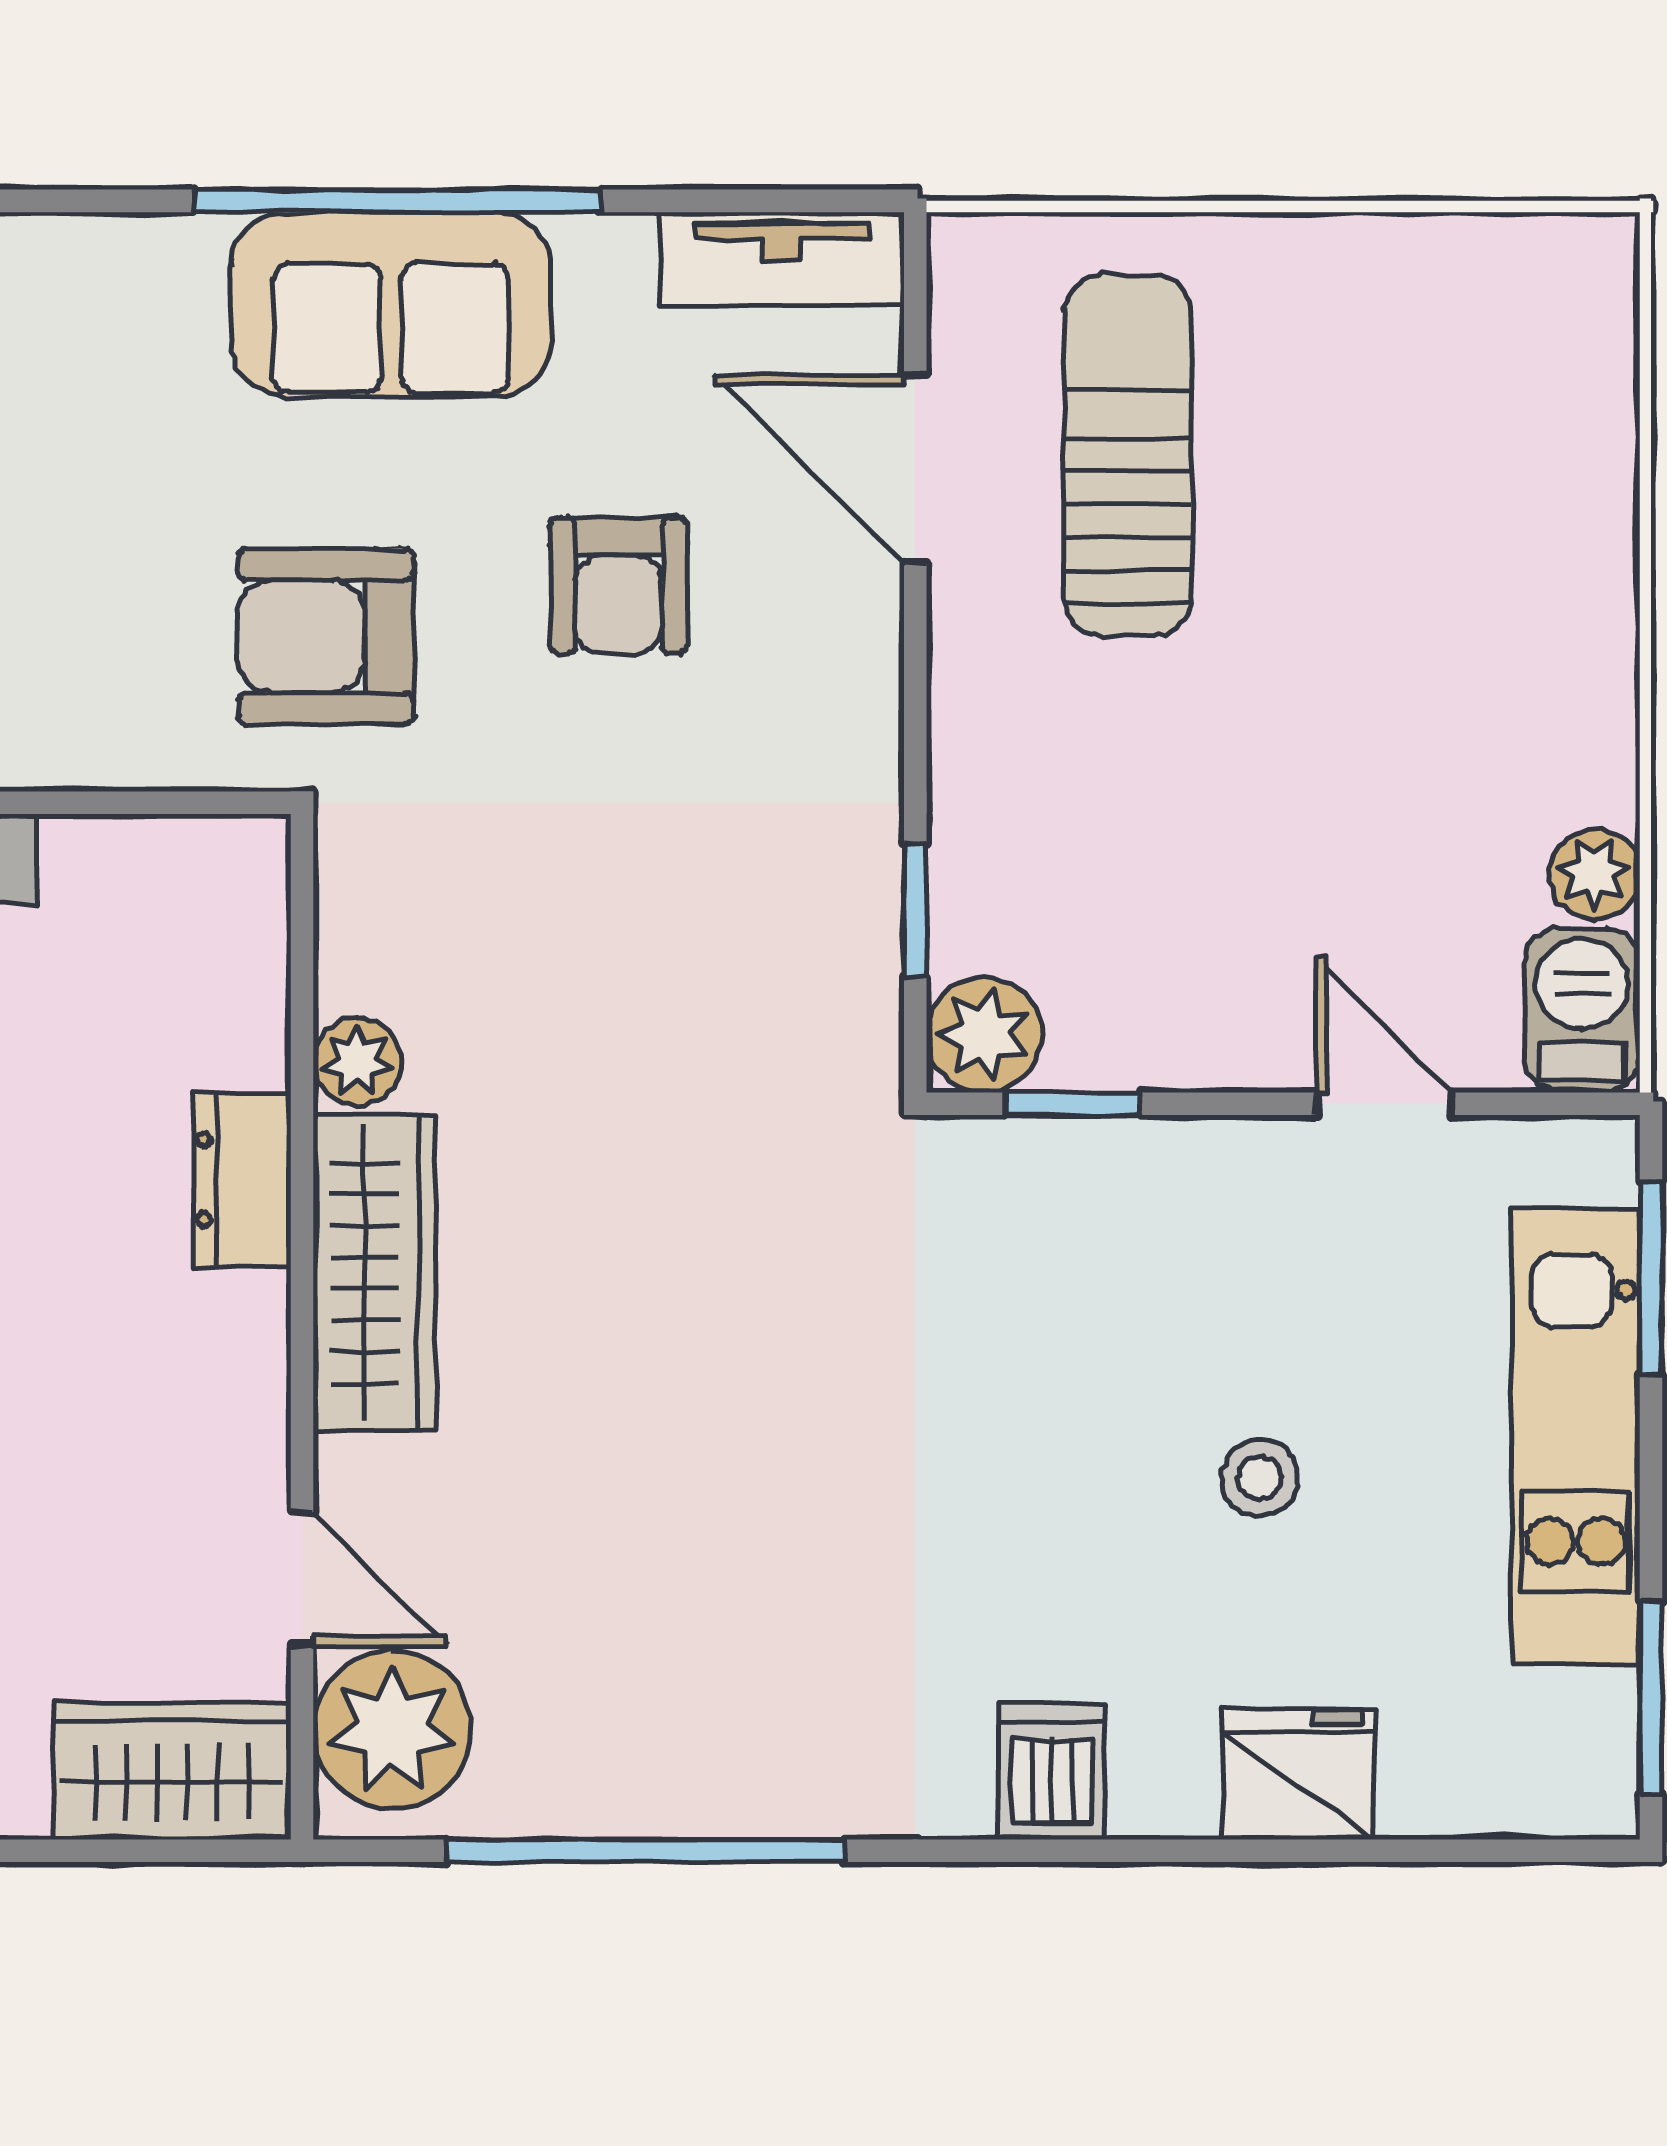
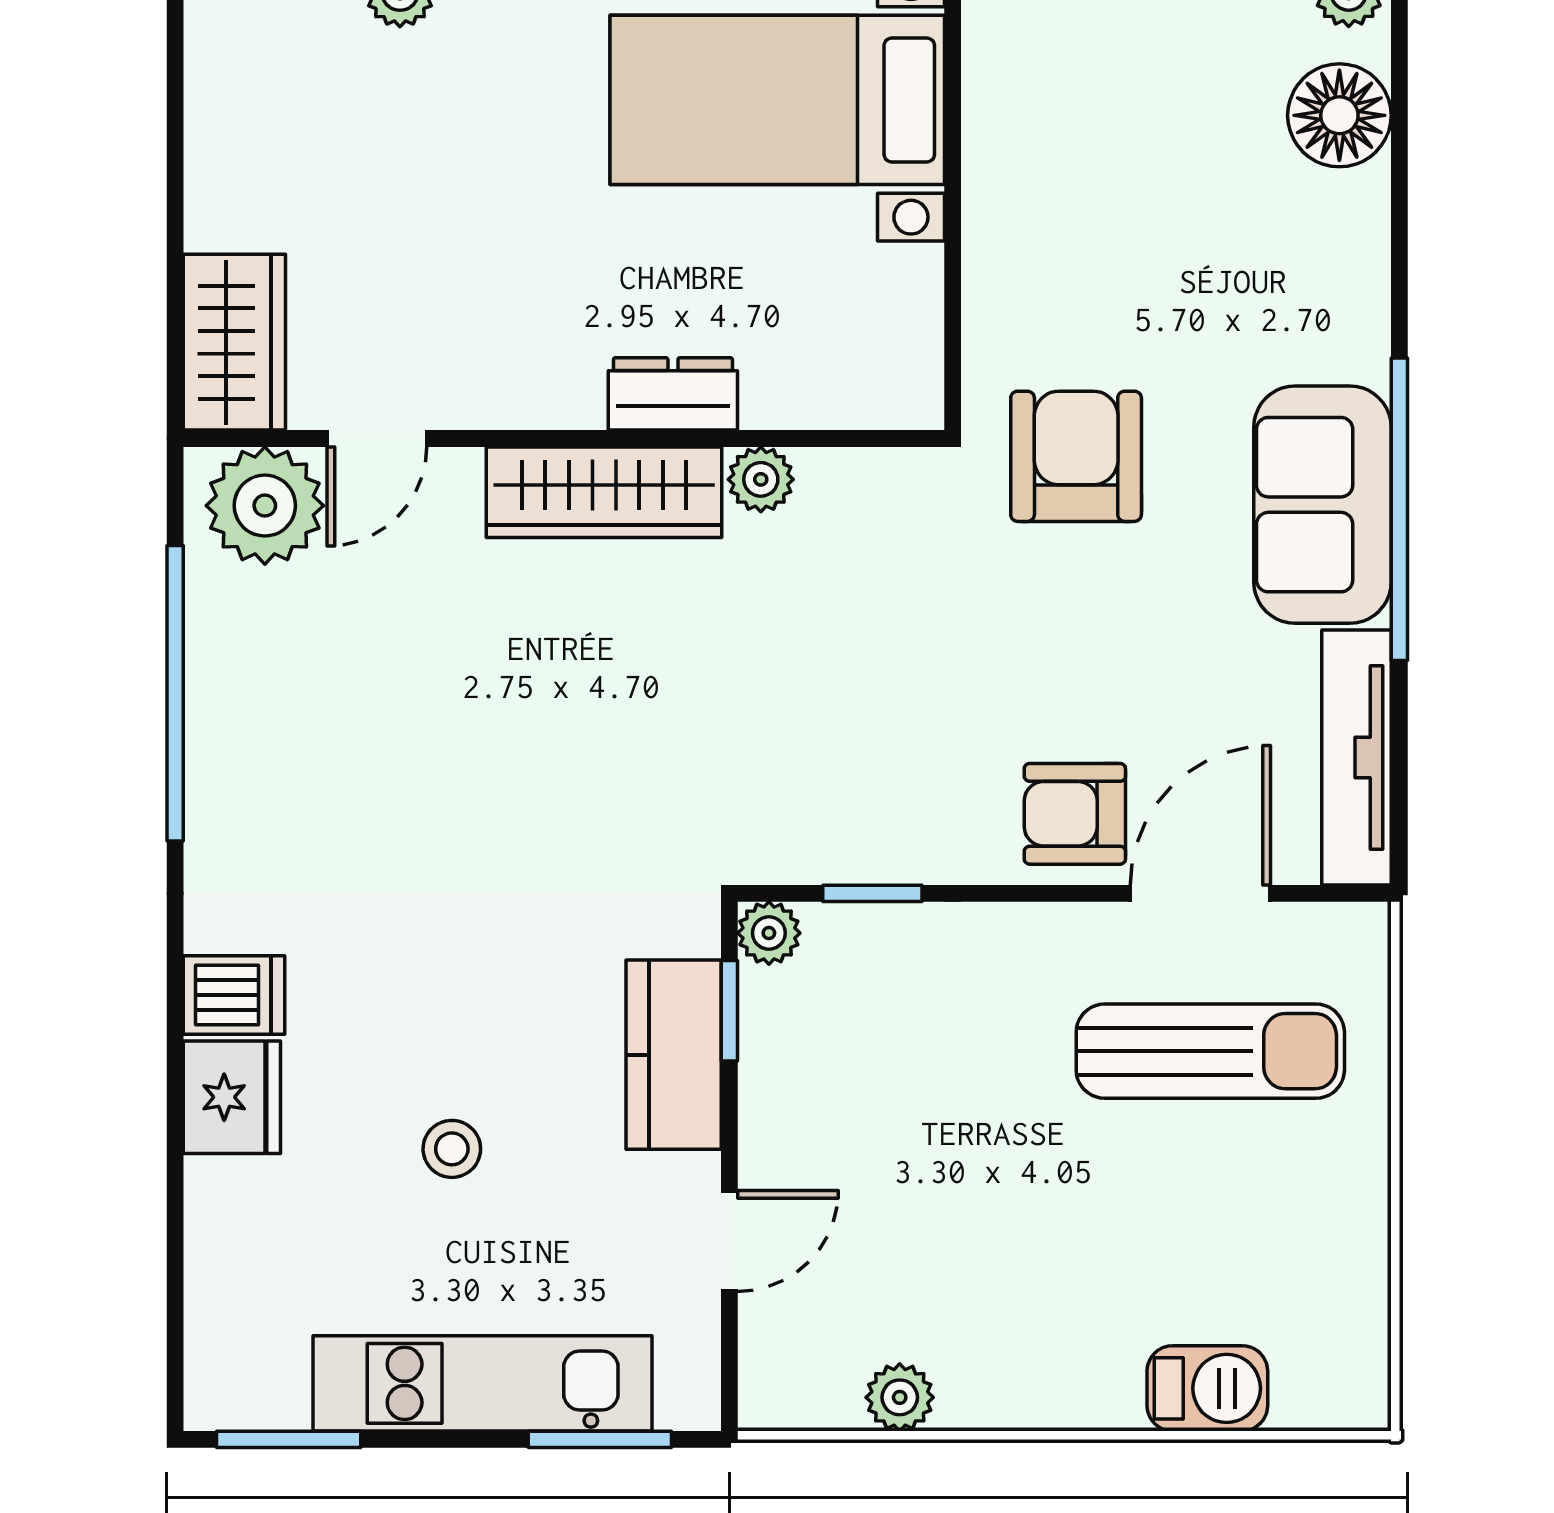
tv unit: (782, 259) -> (1356, 758), width x1.41
armchair: (619, 585) -> (1075, 814), moved
barbecue: (1582, 1010) -> (1207, 1388), moved
plant: (984, 1035) -> (769, 933), width x0.73, depth x0.73
kitchen counter: (1132, 1179) -> (674, 1055), added
fridge: (1298, 1774) -> (232, 1097), moved

